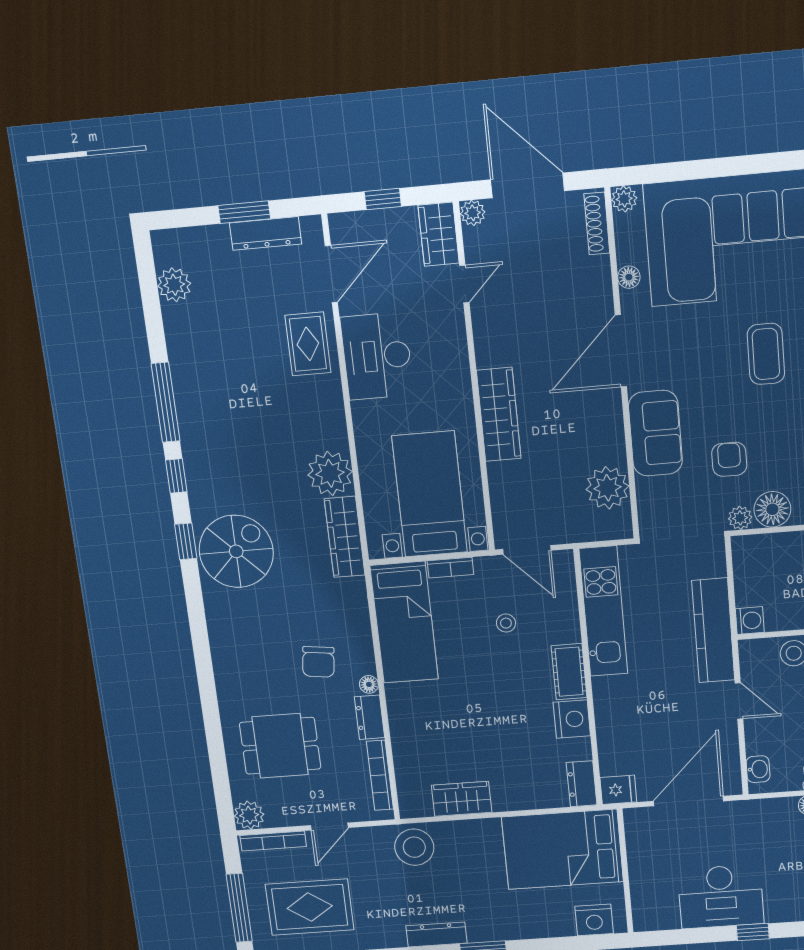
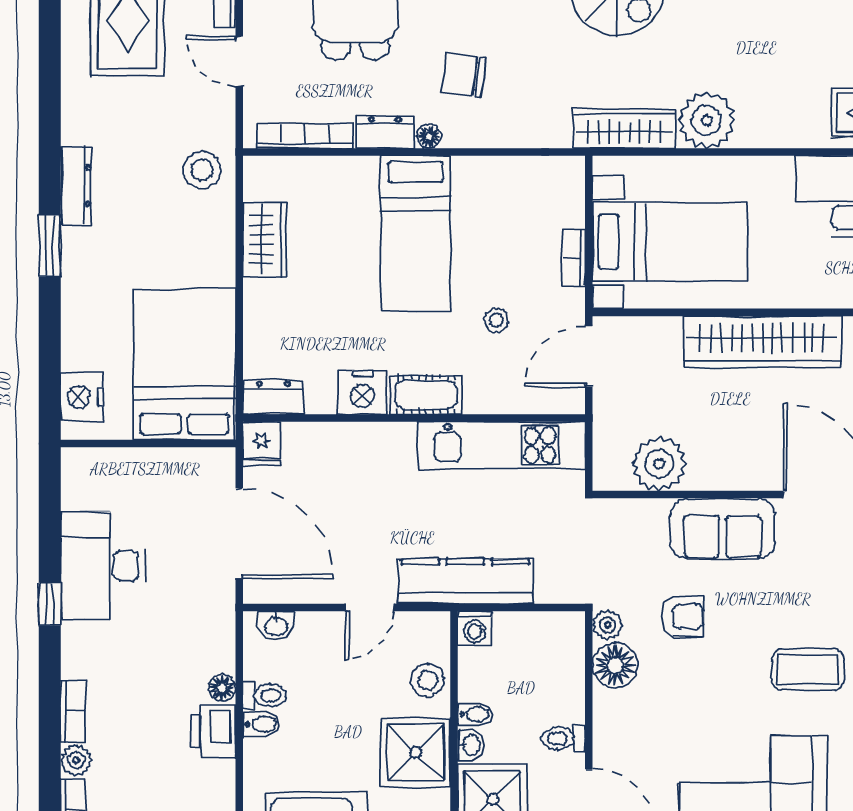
wardrobe: (499, 414) -> (762, 342), width x1.40, depth x1.17
bed: (404, 622) -> (415, 234), moved, turned -90
stool: (414, 847) -> (202, 170), width x0.73, depth x0.73

